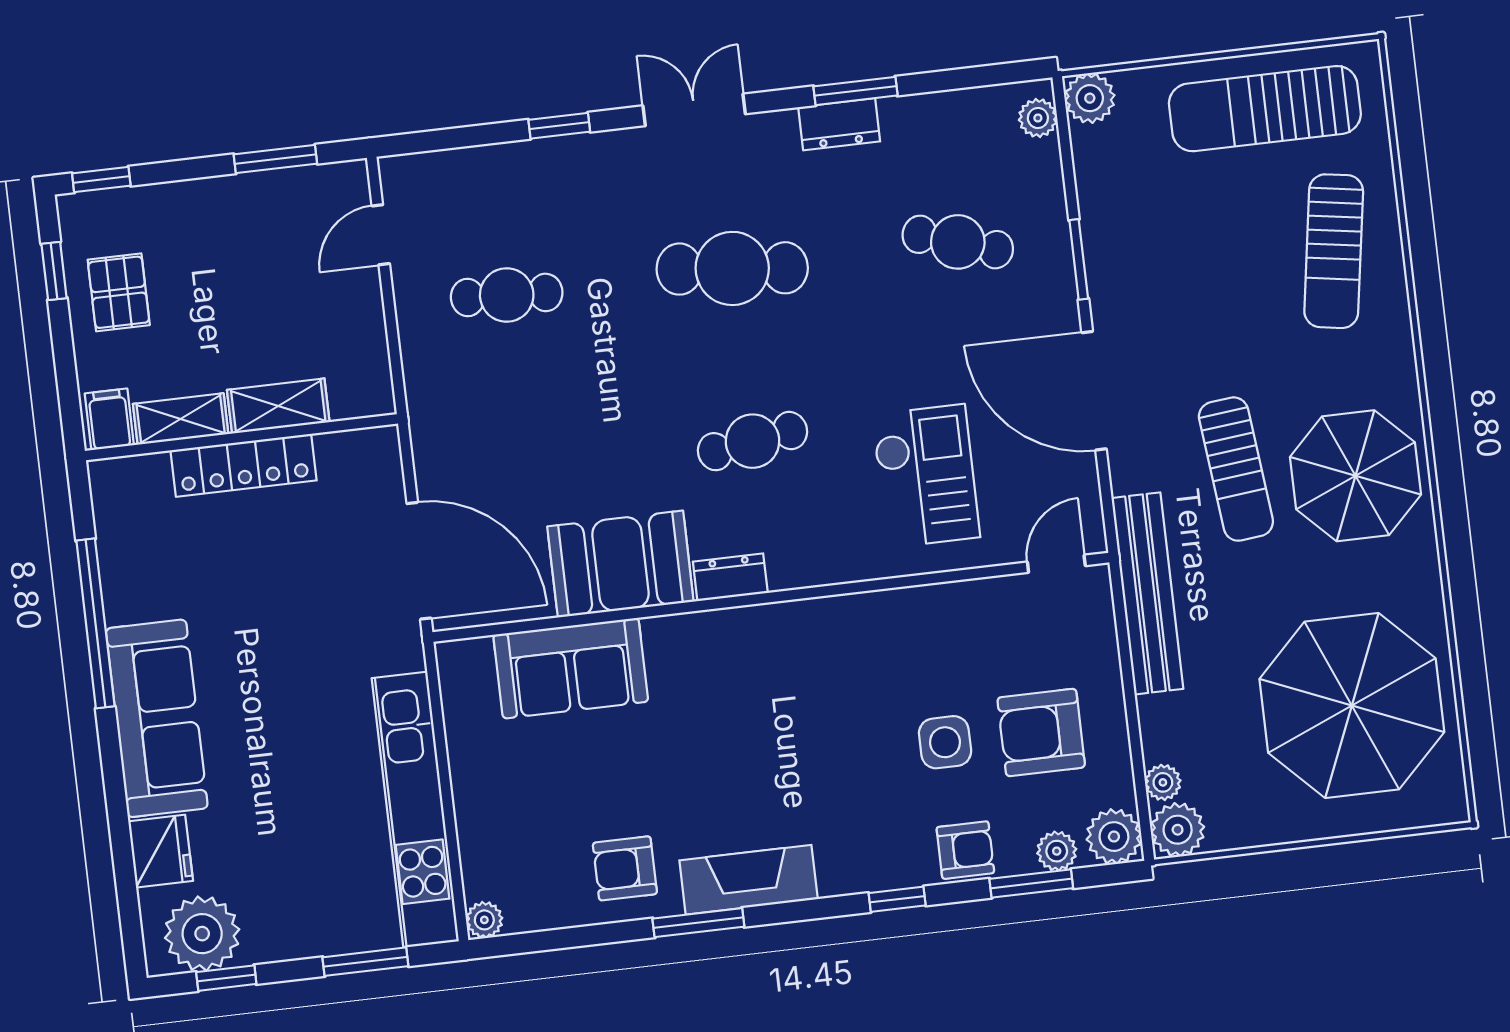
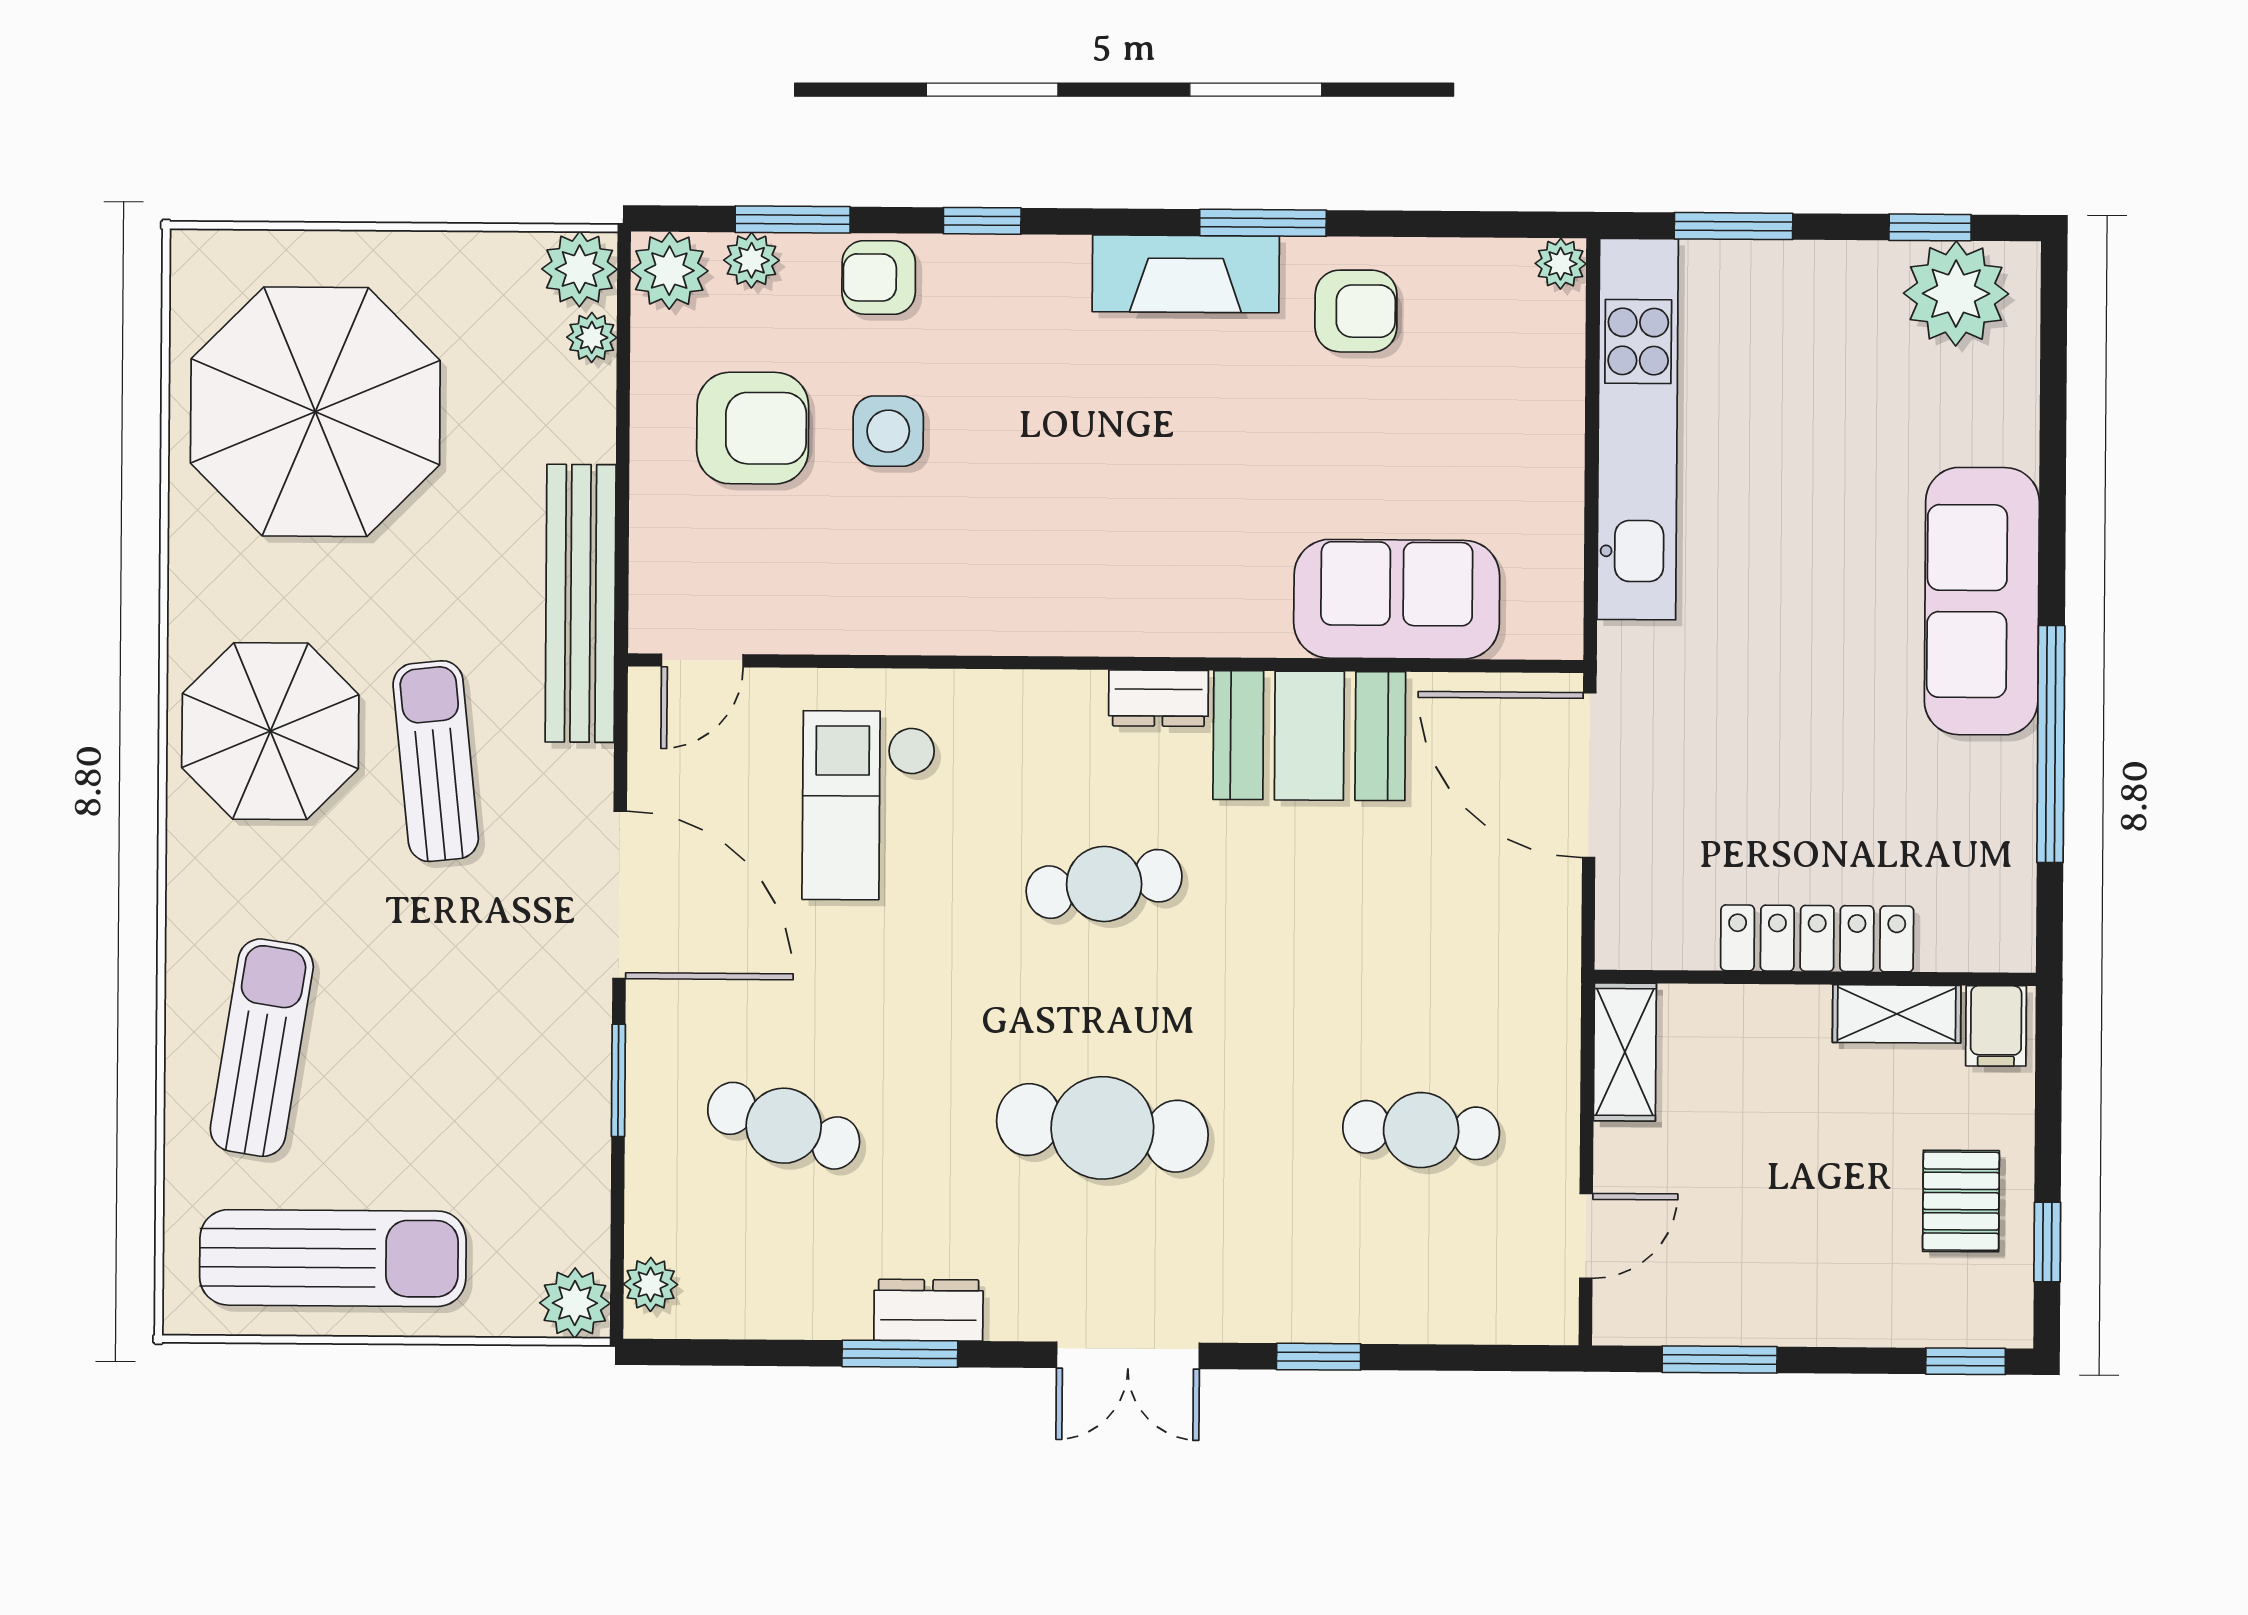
shelving: (278, 406) -> (1625, 1052), moved, turned 90
fridge: (161, 851) -> (2000, 416), removed

